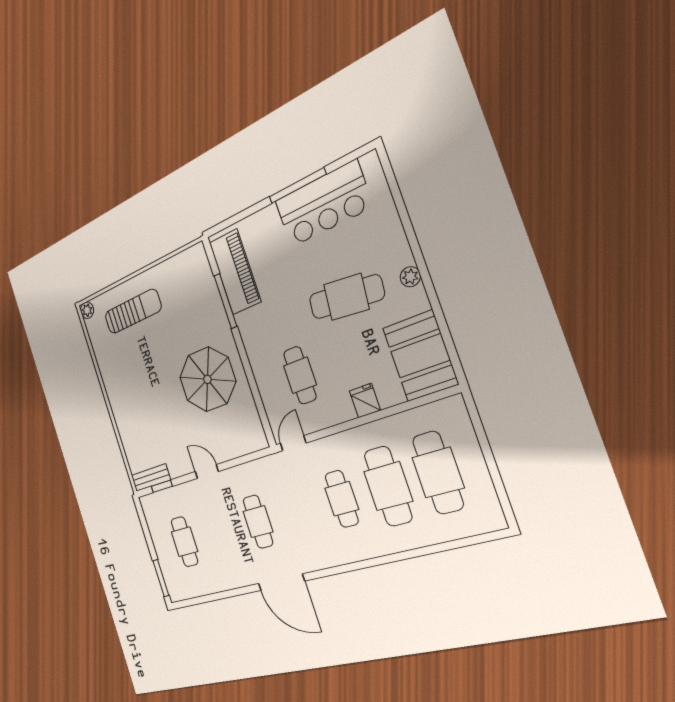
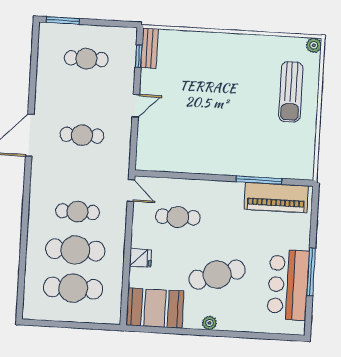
cafe table: (346, 297) -> (217, 275), turned 66
parasol: (207, 379) -> (207, 138), removed

